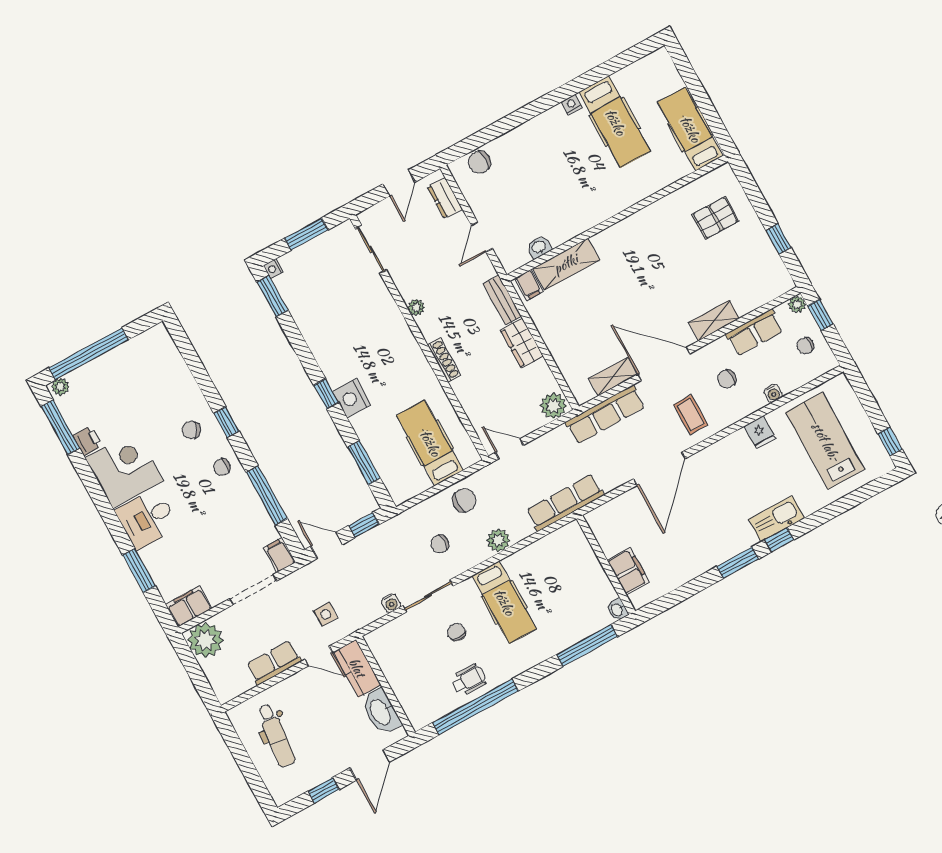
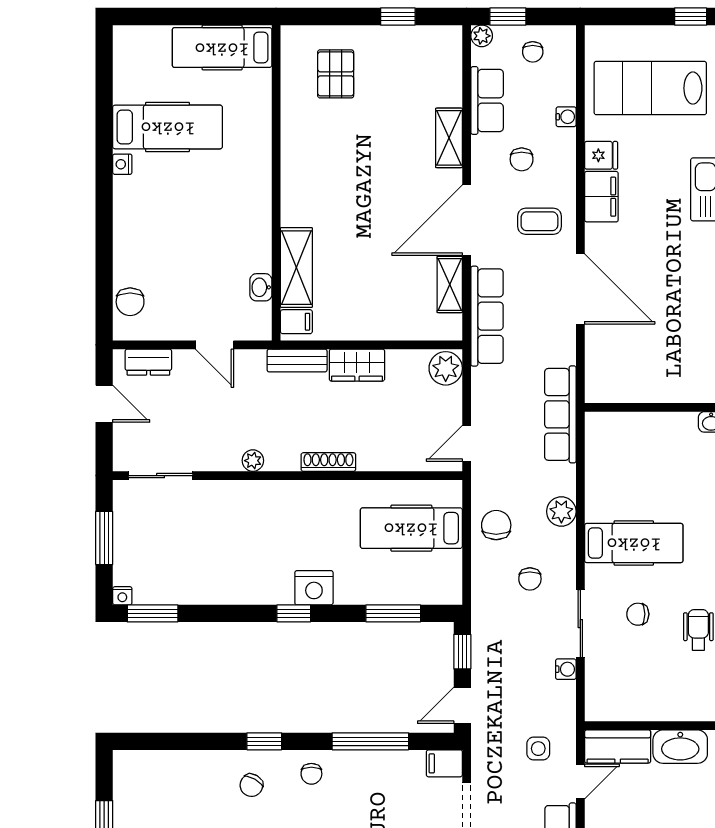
filing cabinet: (628, 571) -> (601, 197), moved, turned 90

